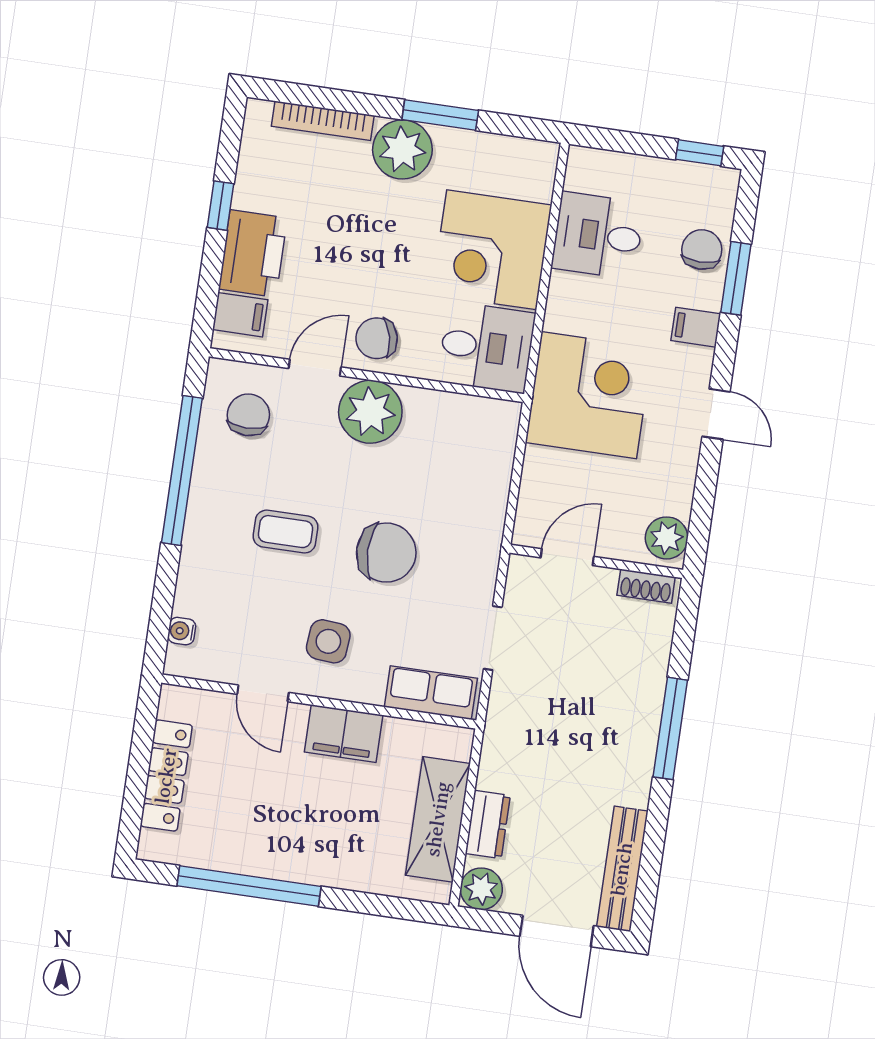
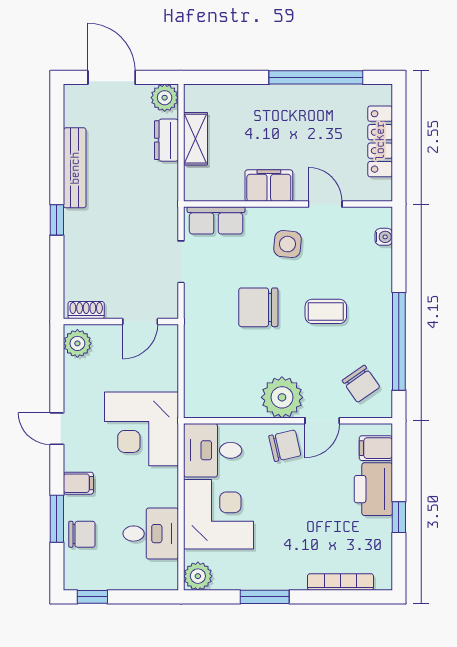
plant: (402, 149) -> (198, 576), moved, width x0.73, depth x0.73
chair: (702, 250) -> (82, 534), turned -90
chair: (248, 415) -> (361, 384), turned -35
window: (670, 728) -> (57, 220), width x0.46
shelving: (438, 819) -> (195, 139), width x0.67, depth x0.75
bench: (622, 869) -> (75, 168), moved

